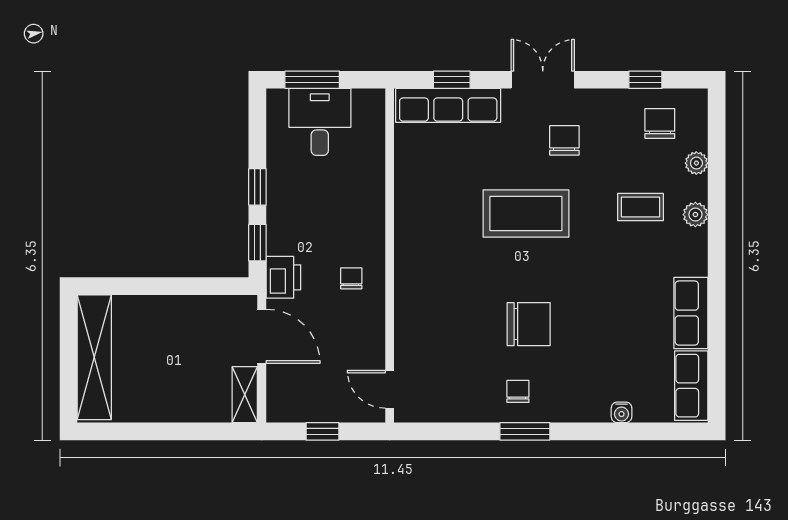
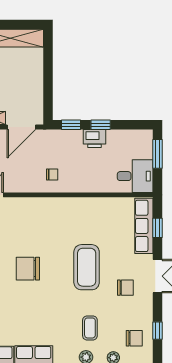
desk: (320, 122) -> (135, 176), moved
printer: (283, 277) -> (95, 139), moved
chair: (529, 324) -> (28, 269), turned 90

